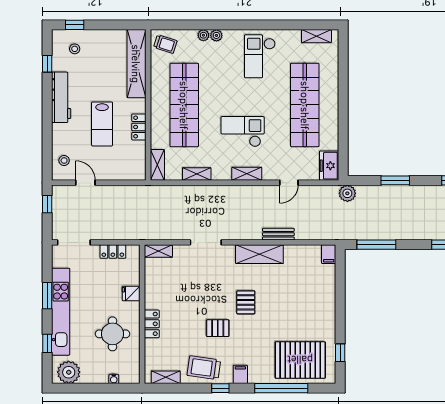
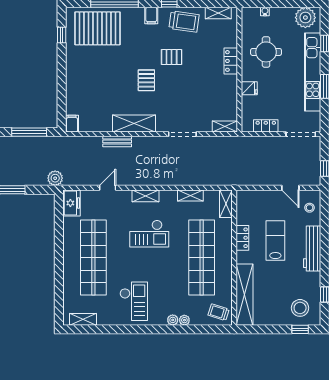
stool: (75, 49) -> (300, 308), width x1.89, depth x1.89
workbench: (61, 97) -> (312, 249), moved

